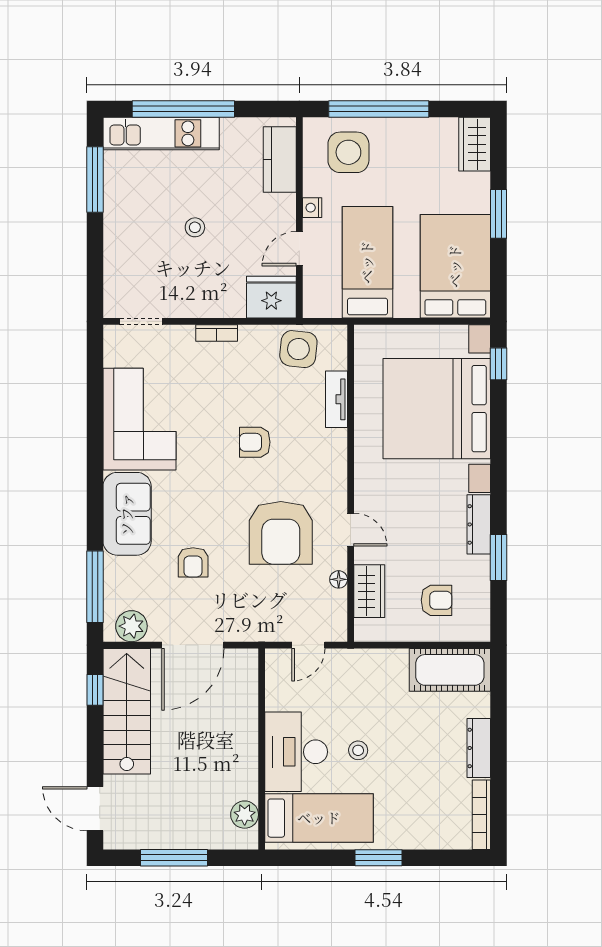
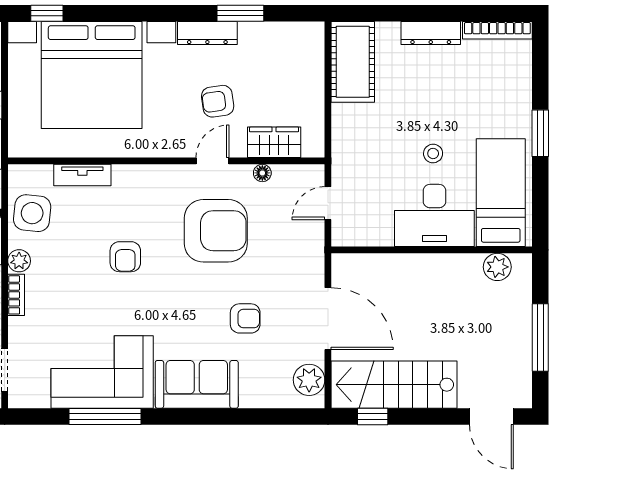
plant: (251, 336) -> (19, 261), added
window: (95, 587) -> (105, 416), moved
armchair: (437, 600) -> (218, 101), moved, turned -98
door: (308, 645) -> (328, 203), swing flipped
door: (95, 809) -> (491, 416), hinge flipped

